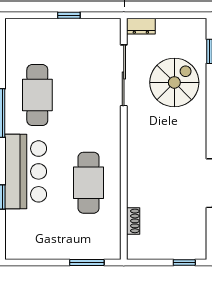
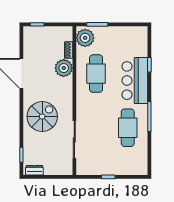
dresser: (141, 26) -> (34, 170), moved
spiral stairs: (174, 82) -> (42, 116), moved, turned 180
plant: (141, 192) -> (64, 68), added
plant: (106, 241) -> (85, 38), added

